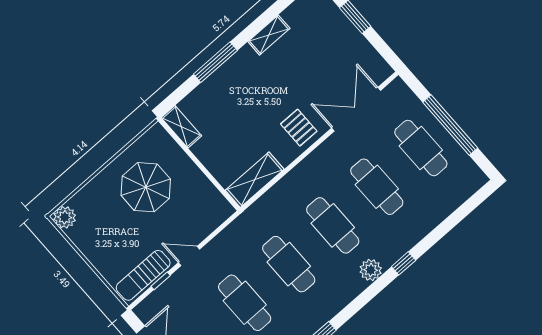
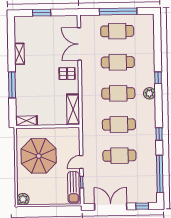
parasol: (146, 187) -> (39, 156), width x1.36, depth x1.36

